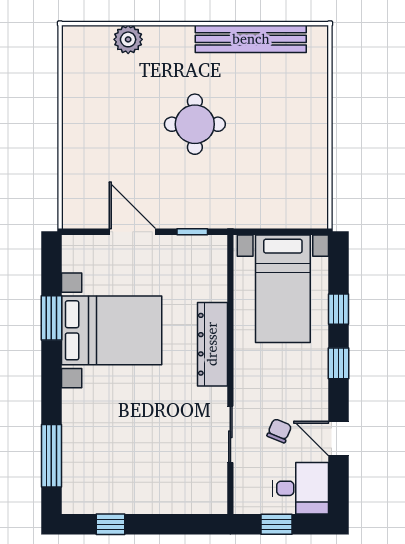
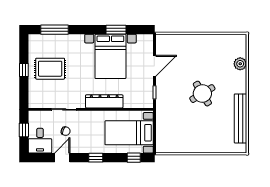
round table: (195, 124) -> (202, 94), turned -31
window: (338, 309) -> (134, 158), moved
rug: (139, 466) -> (50, 69), added
window: (111, 524) -> (24, 70), moved

